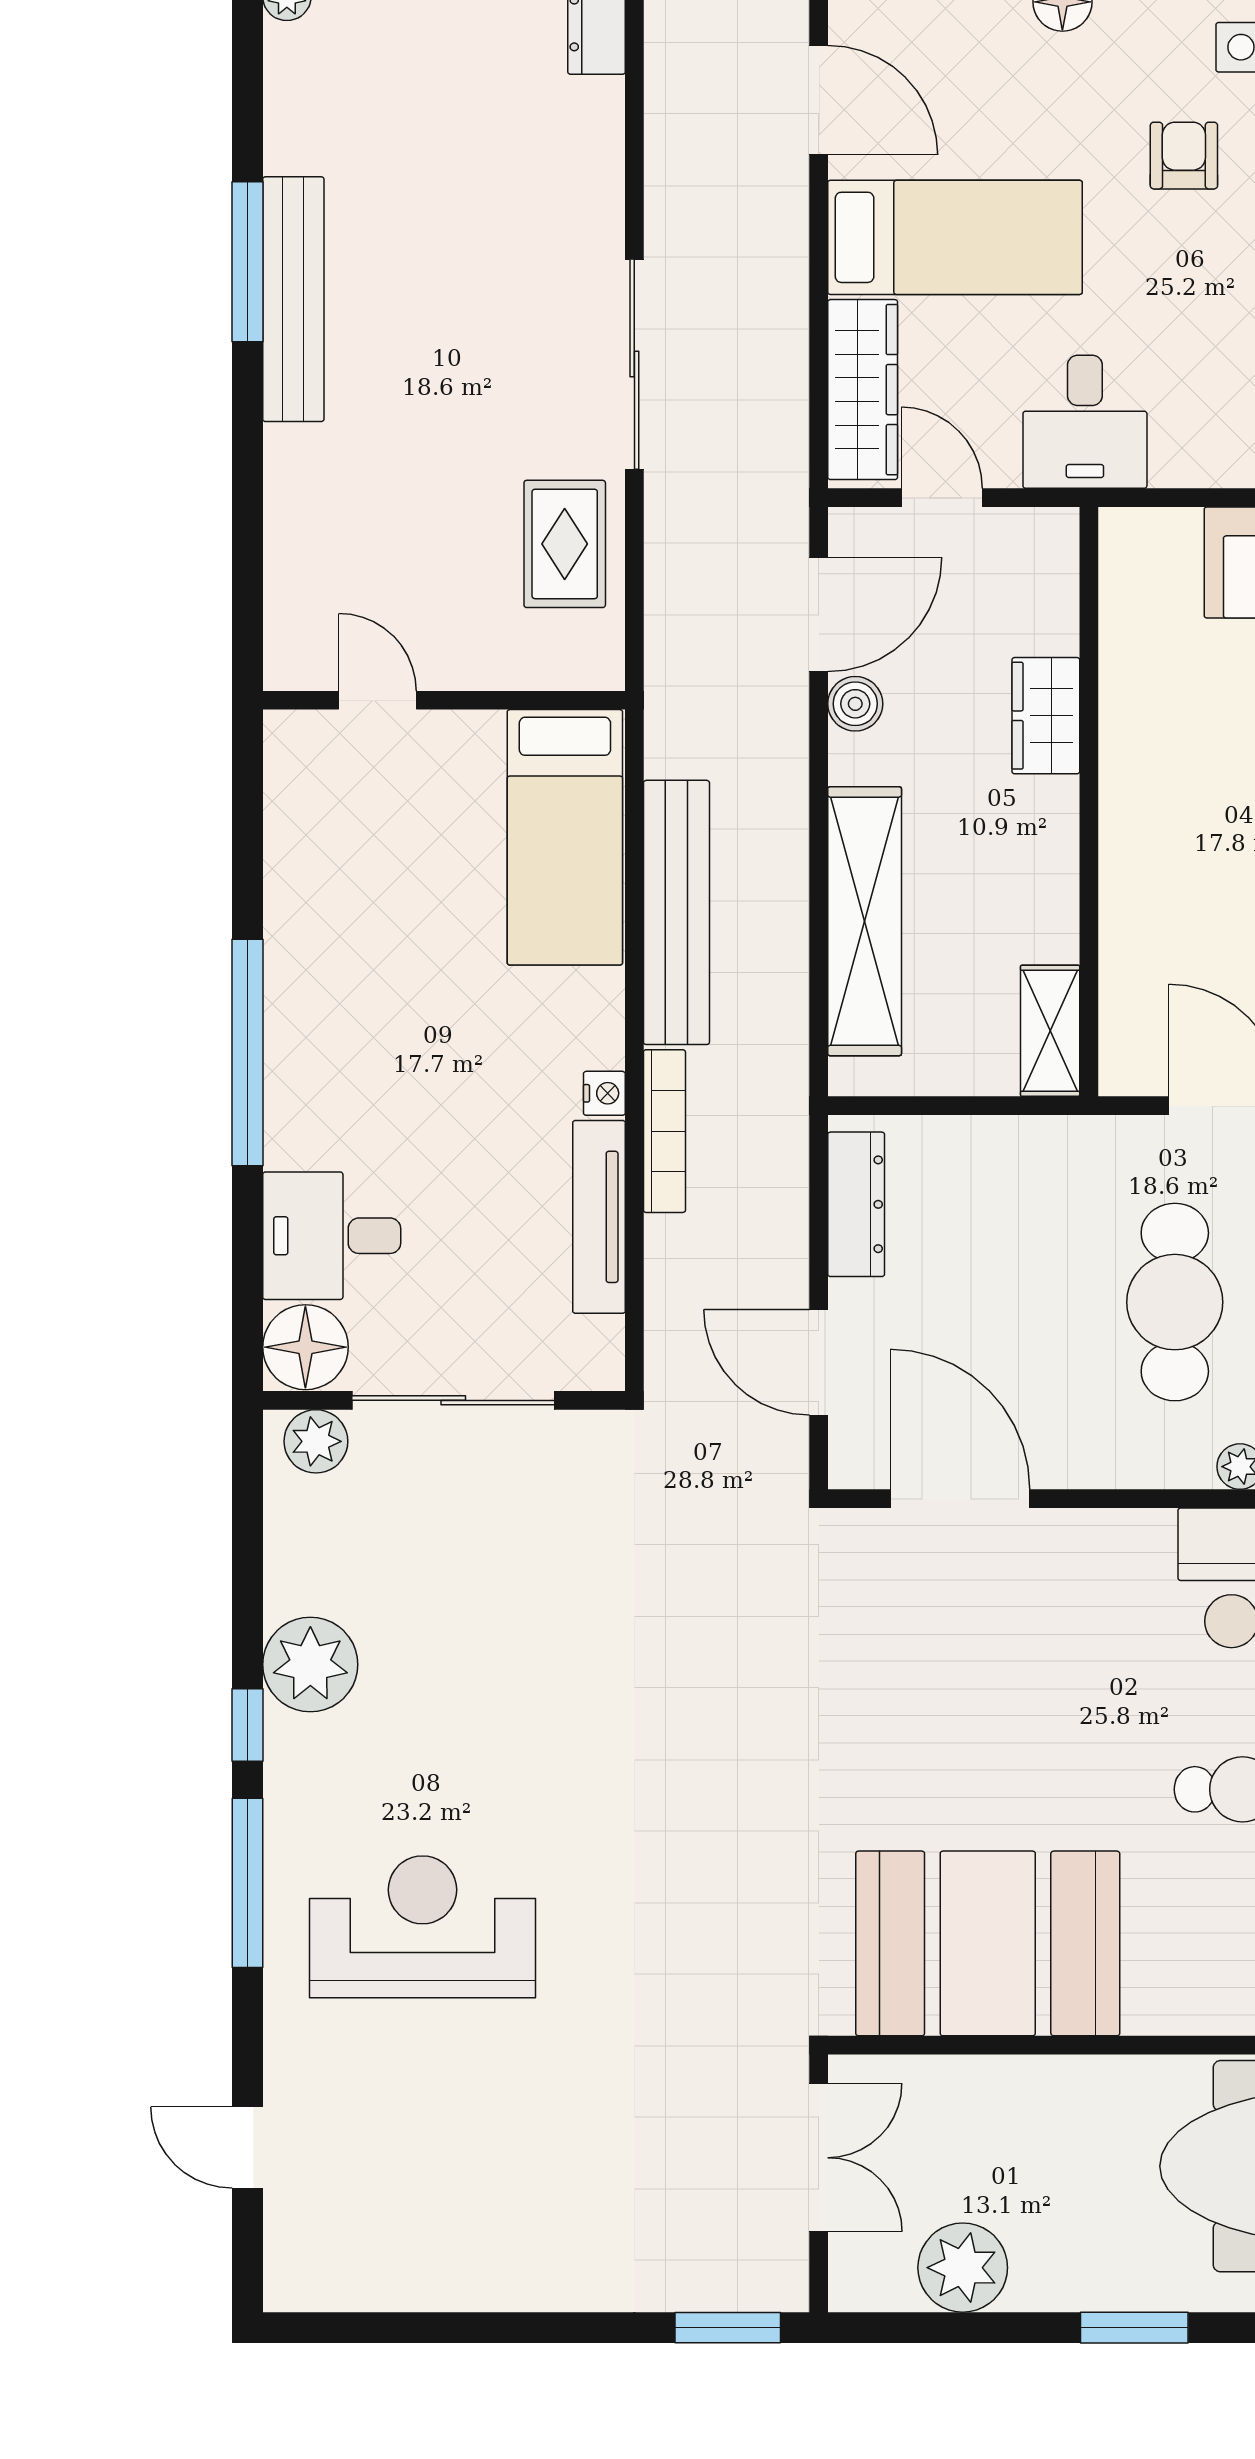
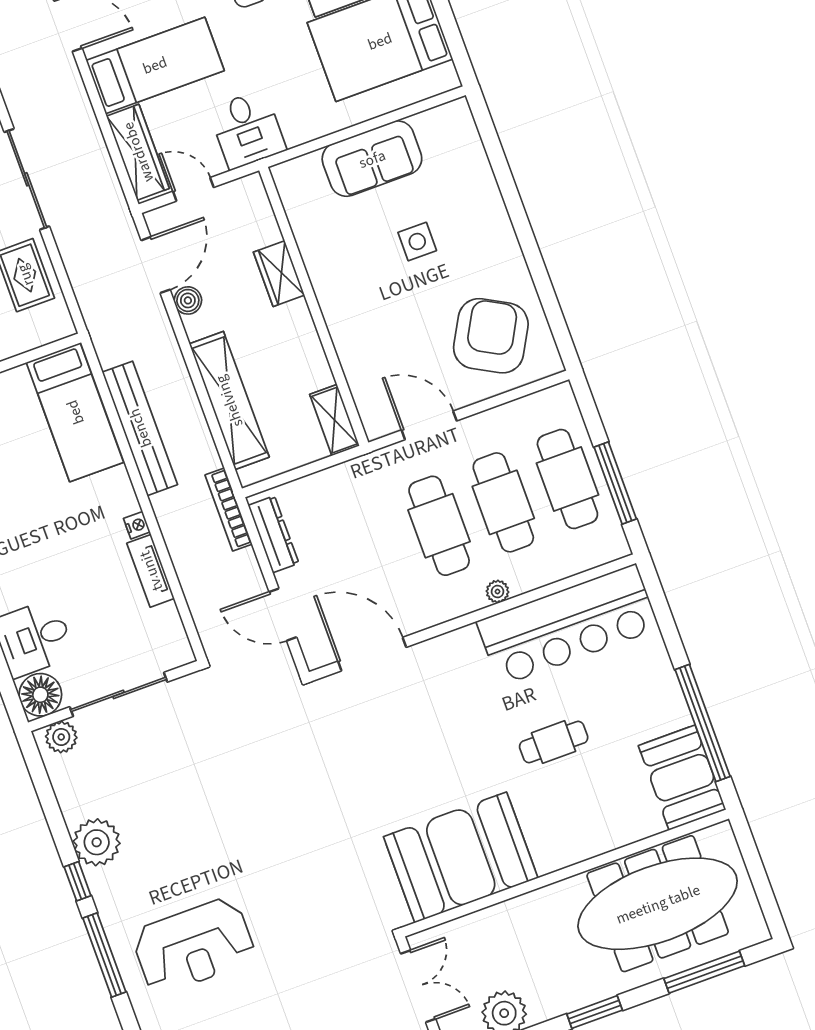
bookcase: (664, 1131) -> (229, 509), moved, turned 180
tv unit: (599, 1217) -> (151, 571), width x0.71
reception desk: (422, 1927) -> (194, 946), turned 180

